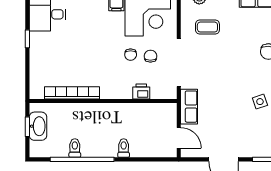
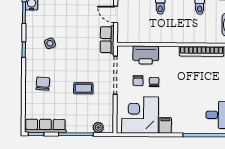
coffee table: (207, 27) -> (83, 88), moved
printer: (141, 92) -> (146, 55), width x1.87, depth x1.48

